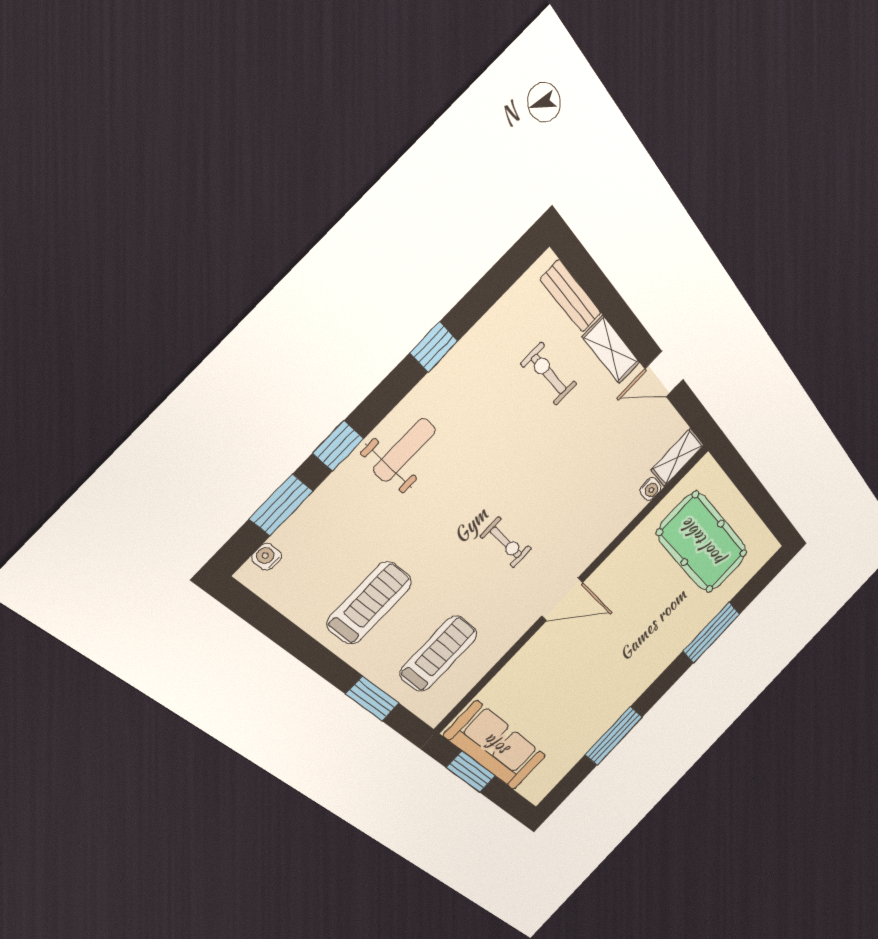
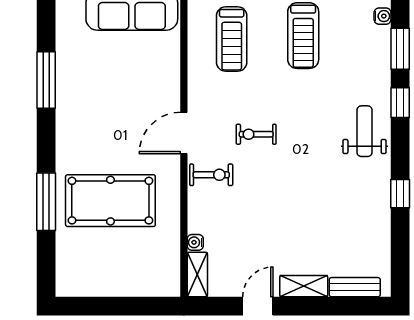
exercise bike: (549, 374) -> (211, 175), moved
weight bench: (405, 450) -> (365, 131), turned 180
pool table: (703, 543) -> (110, 201), moved

